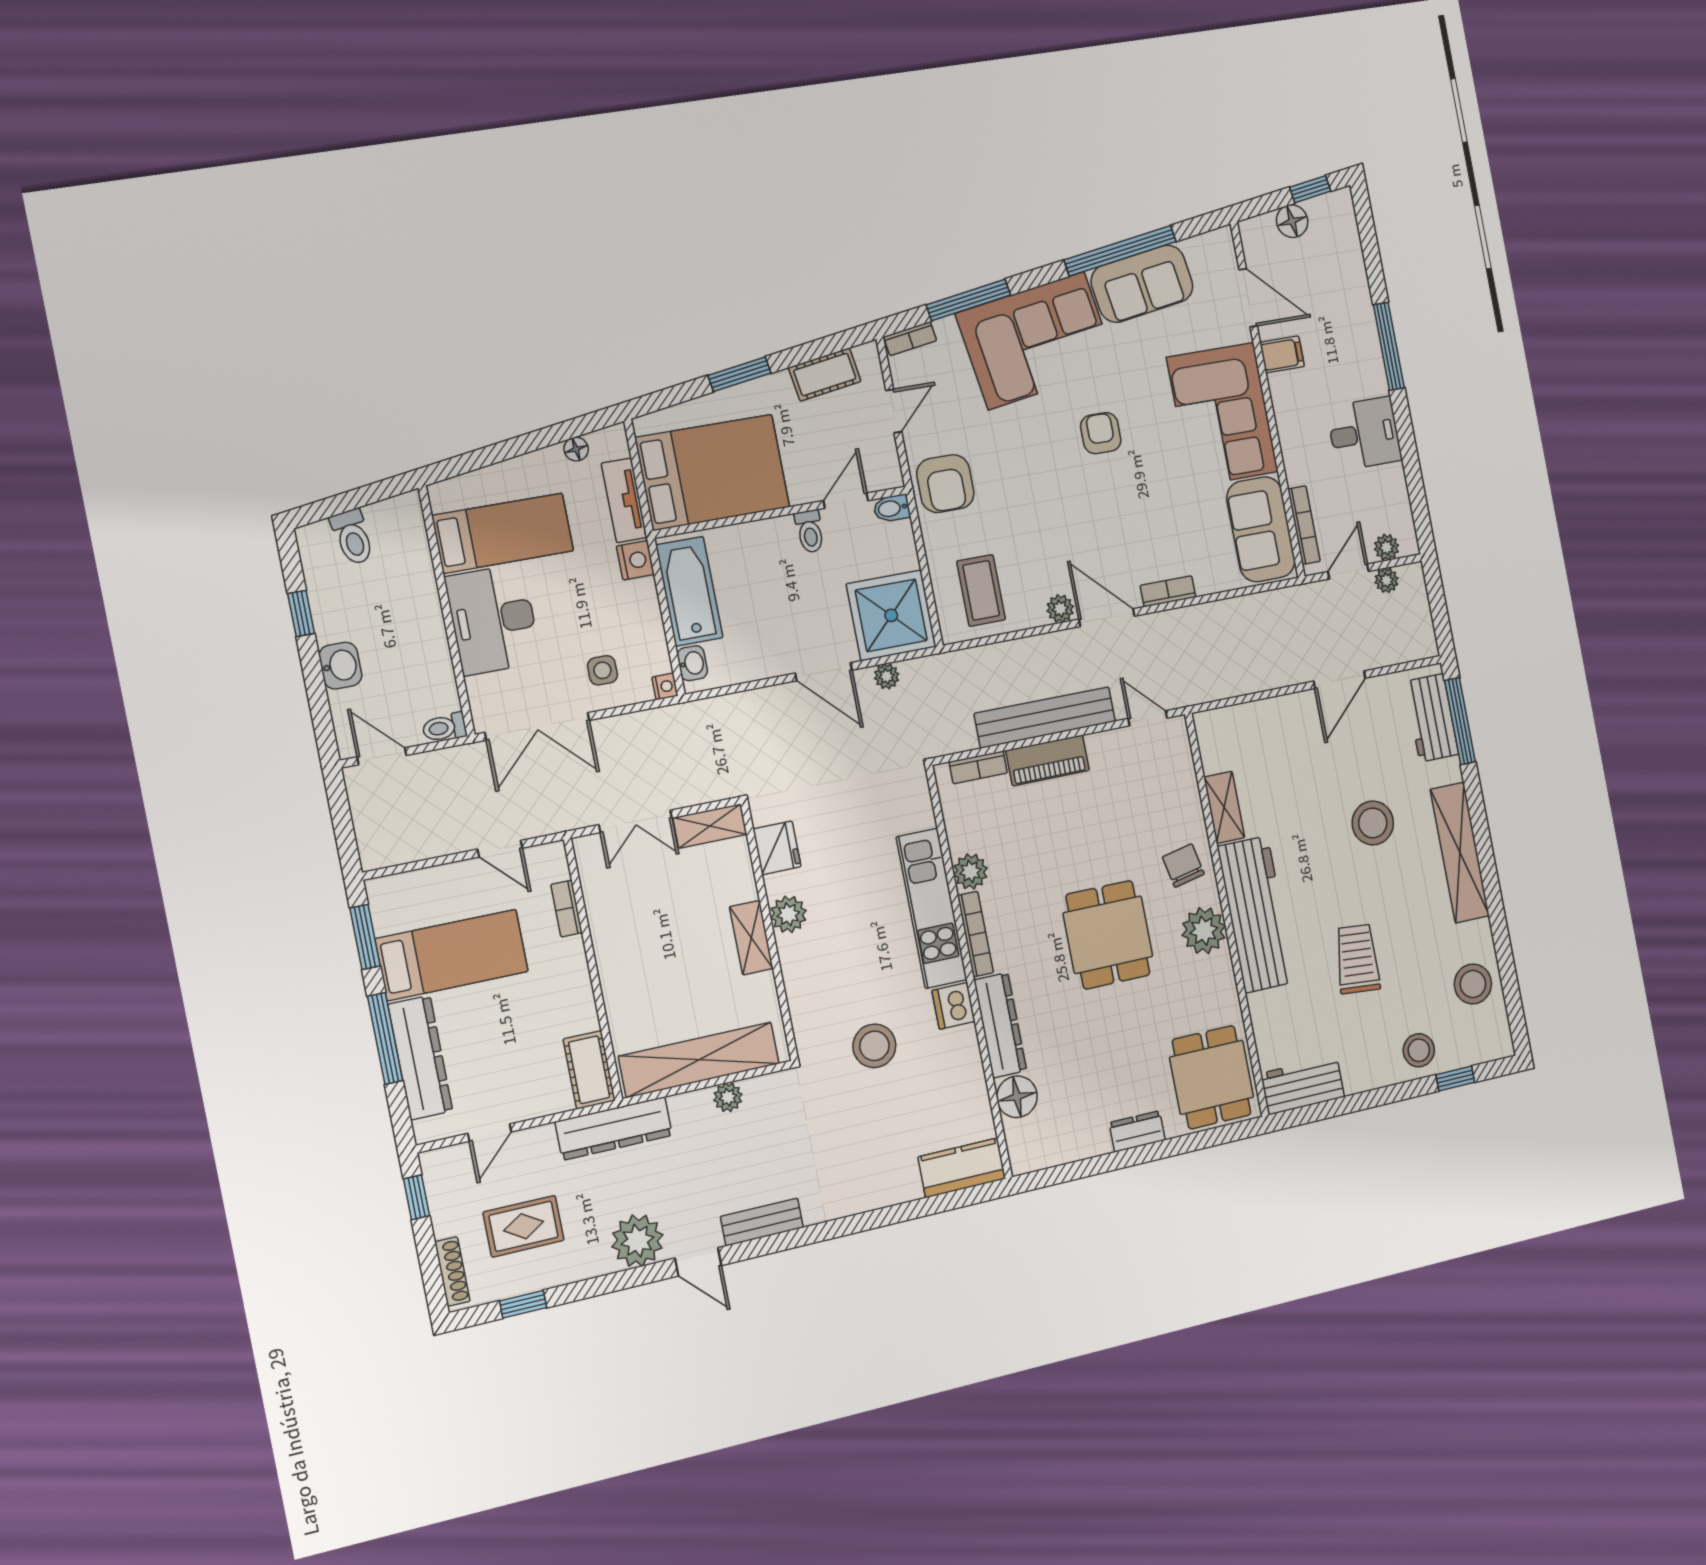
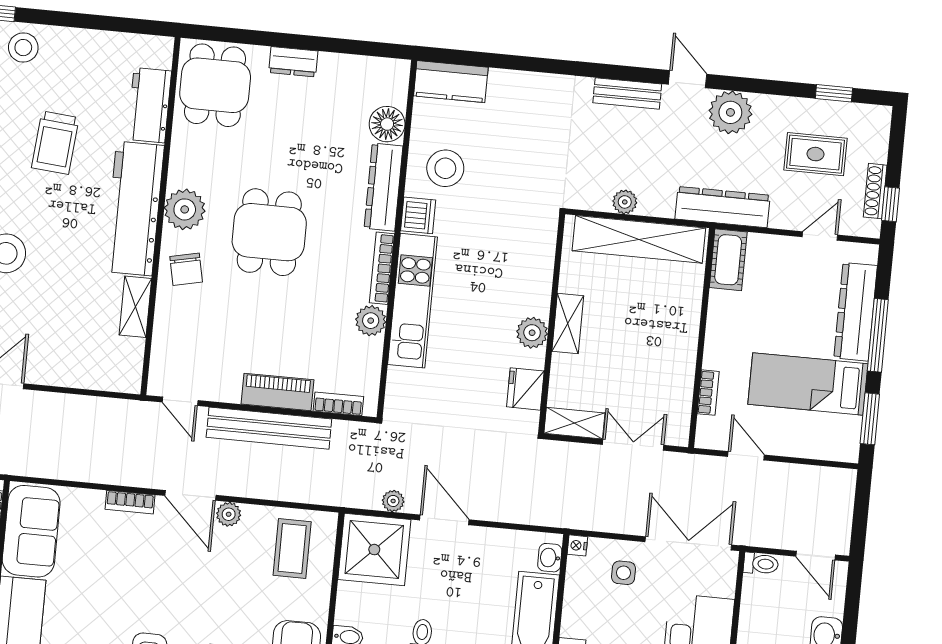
stool: (874, 1046) -> (445, 168), moved
workbench: (1303, 1085) -> (149, 105), moved, turned 90
shoe rack: (452, 1272) -> (875, 191), moved

